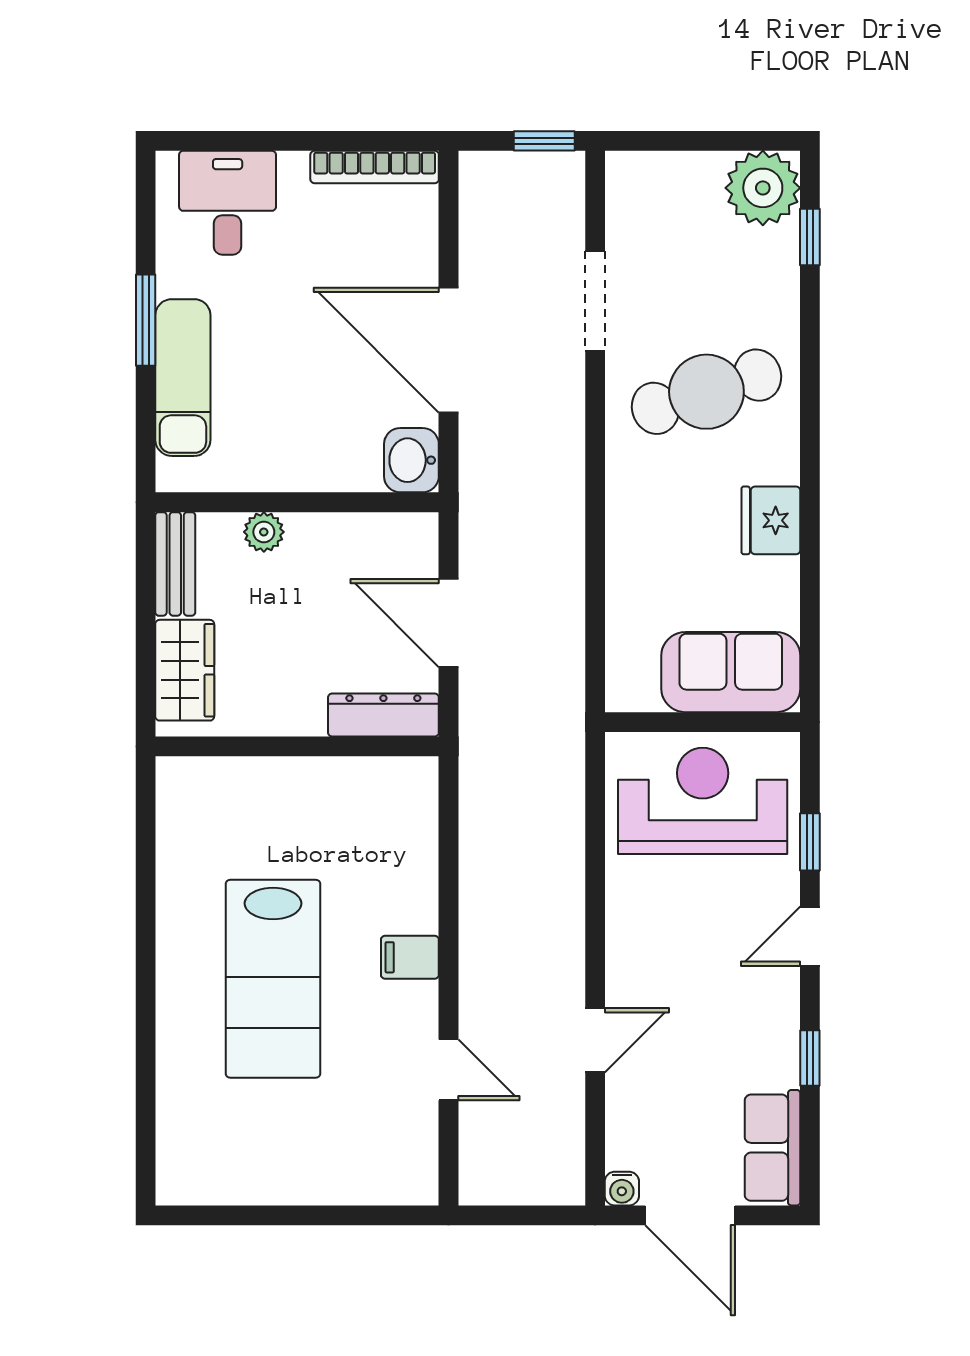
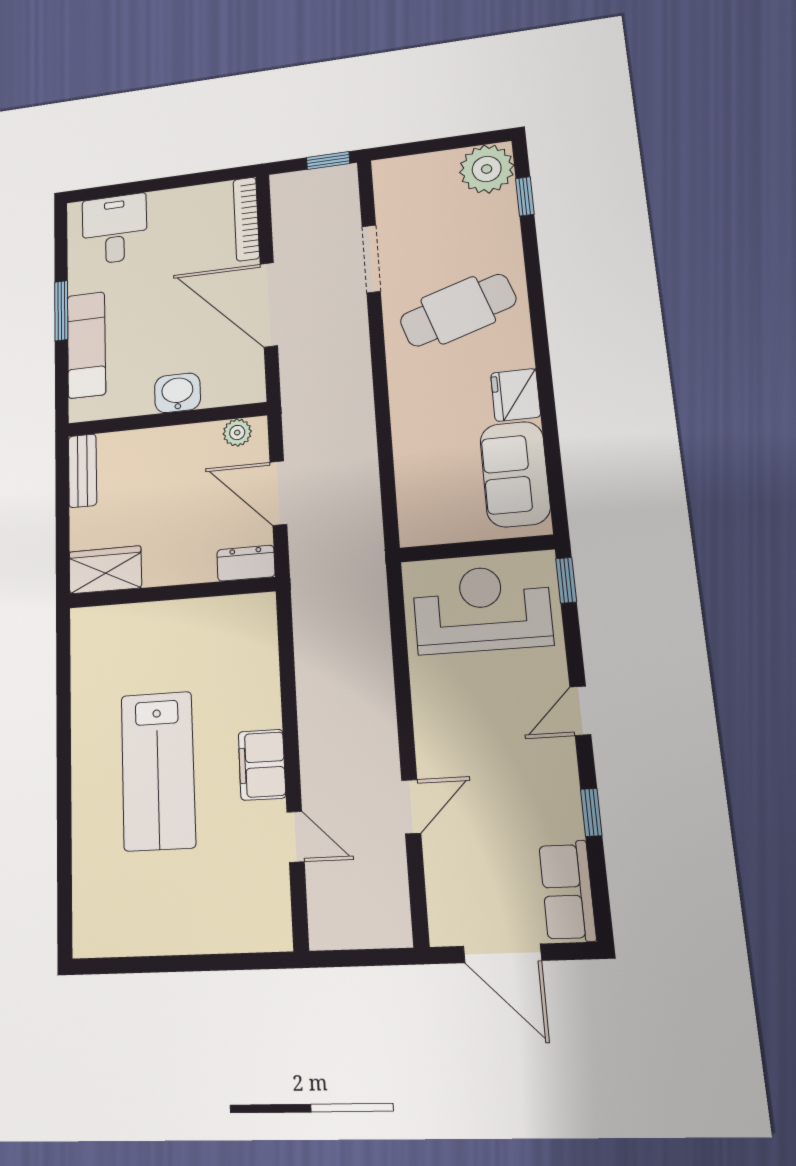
bookcase: (375, 167) -> (246, 219), moved, turned 90
washbasin: (411, 460) -> (177, 393), moved, turned 90
plant: (264, 532) -> (237, 433), moved
wardrobe: (185, 670) -> (105, 570), moved, turned -90
sofa: (731, 672) -> (515, 474), moved, turned -90
dresser: (383, 715) -> (246, 563), width x0.70
window: (810, 842) -> (566, 580), moved
filing cabinet: (410, 957) -> (262, 765), width x2.00
water cooler: (622, 1189) -> (443, 932), removed

